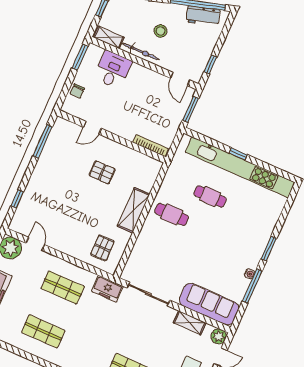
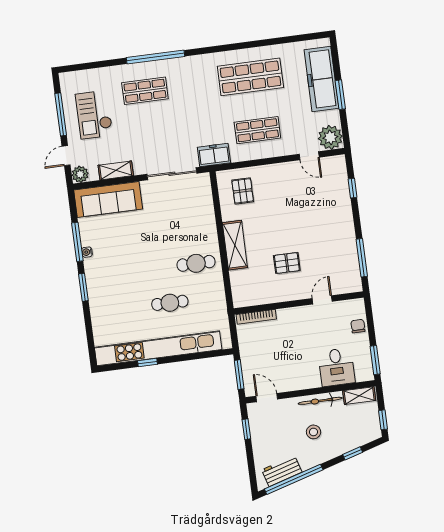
window: (238, 154) -> (147, 363), moved
shop shelf: (43, 331) -> (250, 77), width x1.43, depth x1.36

